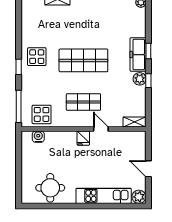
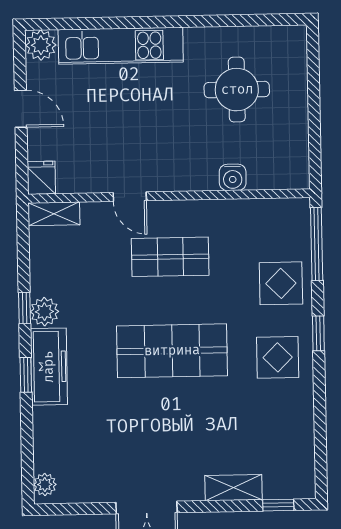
display table: (42, 114) -> (281, 283), moved
water cooler: (38, 137) -> (233, 177), moved
fridge: (83, 138) -> (41, 178), moved
round table: (50, 188) -> (237, 90), moved

